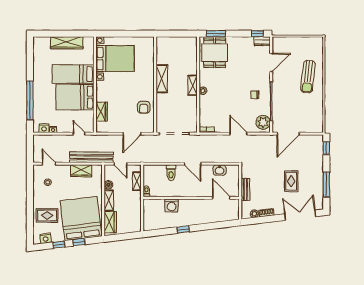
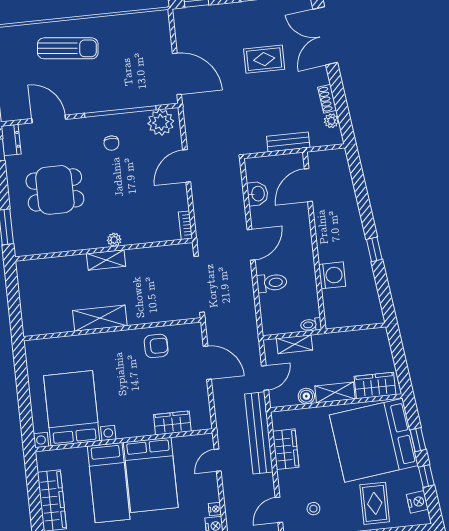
dining table: (215, 53) -> (55, 190), moved

